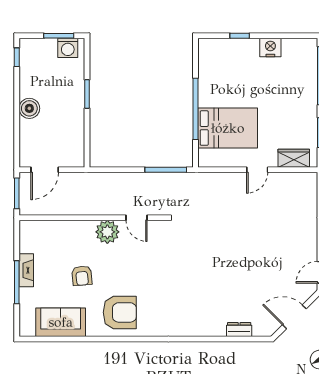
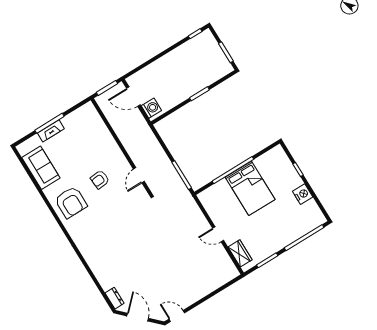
washing machine: (68, 48) -> (151, 108), moved, turned 180
boiler: (29, 108) -> (167, 62), removed
bed: (228, 128) -> (250, 188), moved
plant: (107, 232) -> (118, 162), removed
fireplace: (26, 270) -> (51, 131), moved
armchair: (82, 276) -> (100, 179), moved
dresser: (239, 330) -> (115, 298), moved

